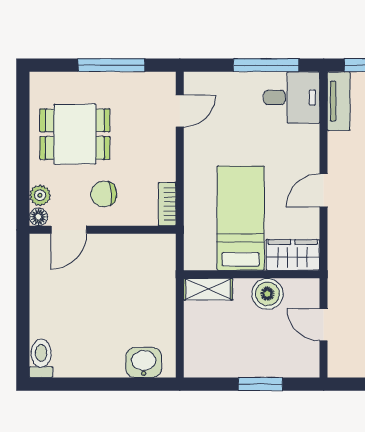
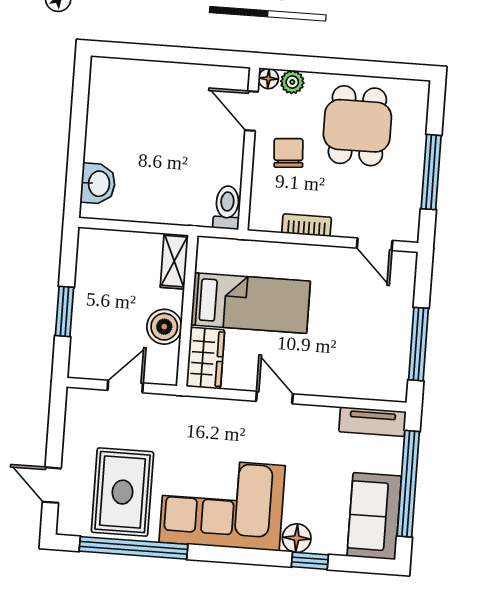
desk: (292, 97) -> (380, 370), removed
bookcase: (167, 204) -> (307, 225), moved
toilet: (41, 358) -> (227, 207), moved, turned -90

